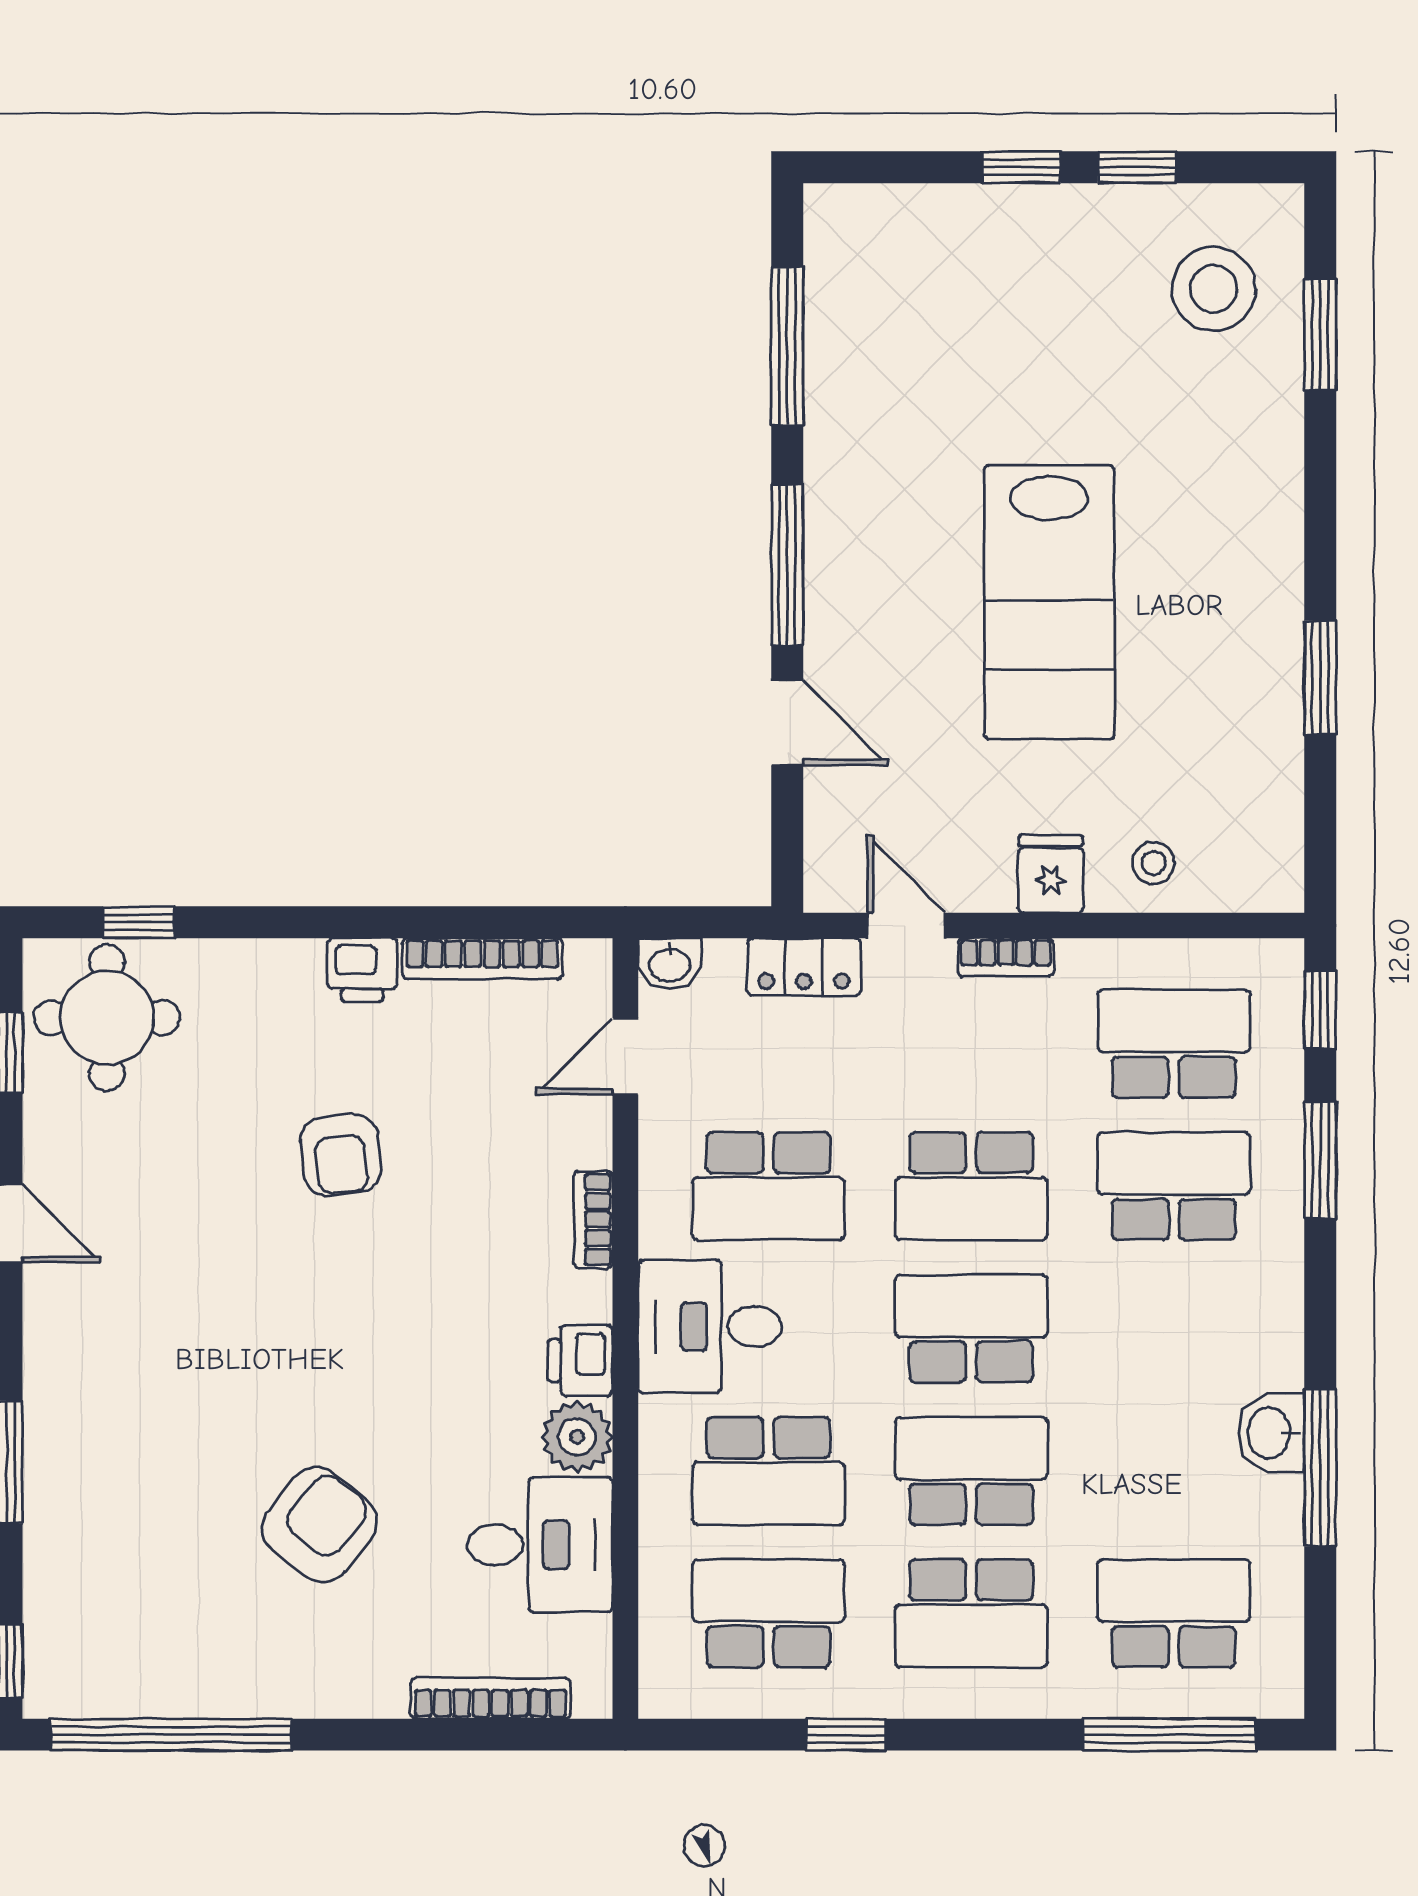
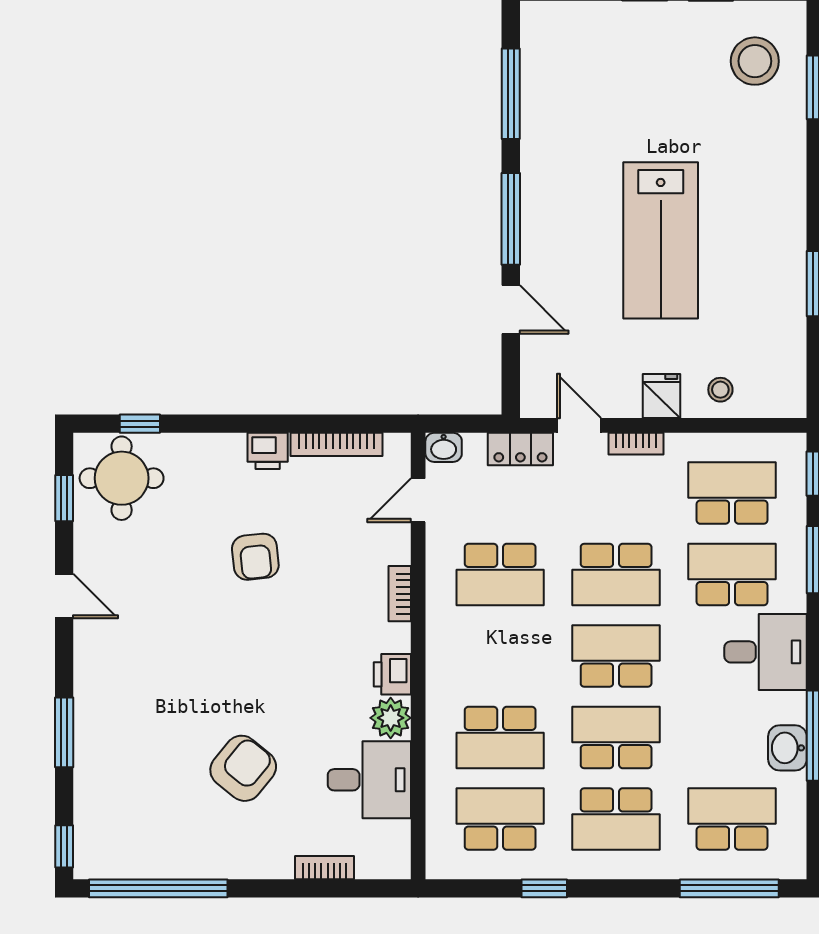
desk: (710, 1327) -> (766, 652), moved, turned 180
washbasin: (1271, 1433) -> (787, 748), moved
bookcase: (490, 1698) -> (325, 868), width x0.64

